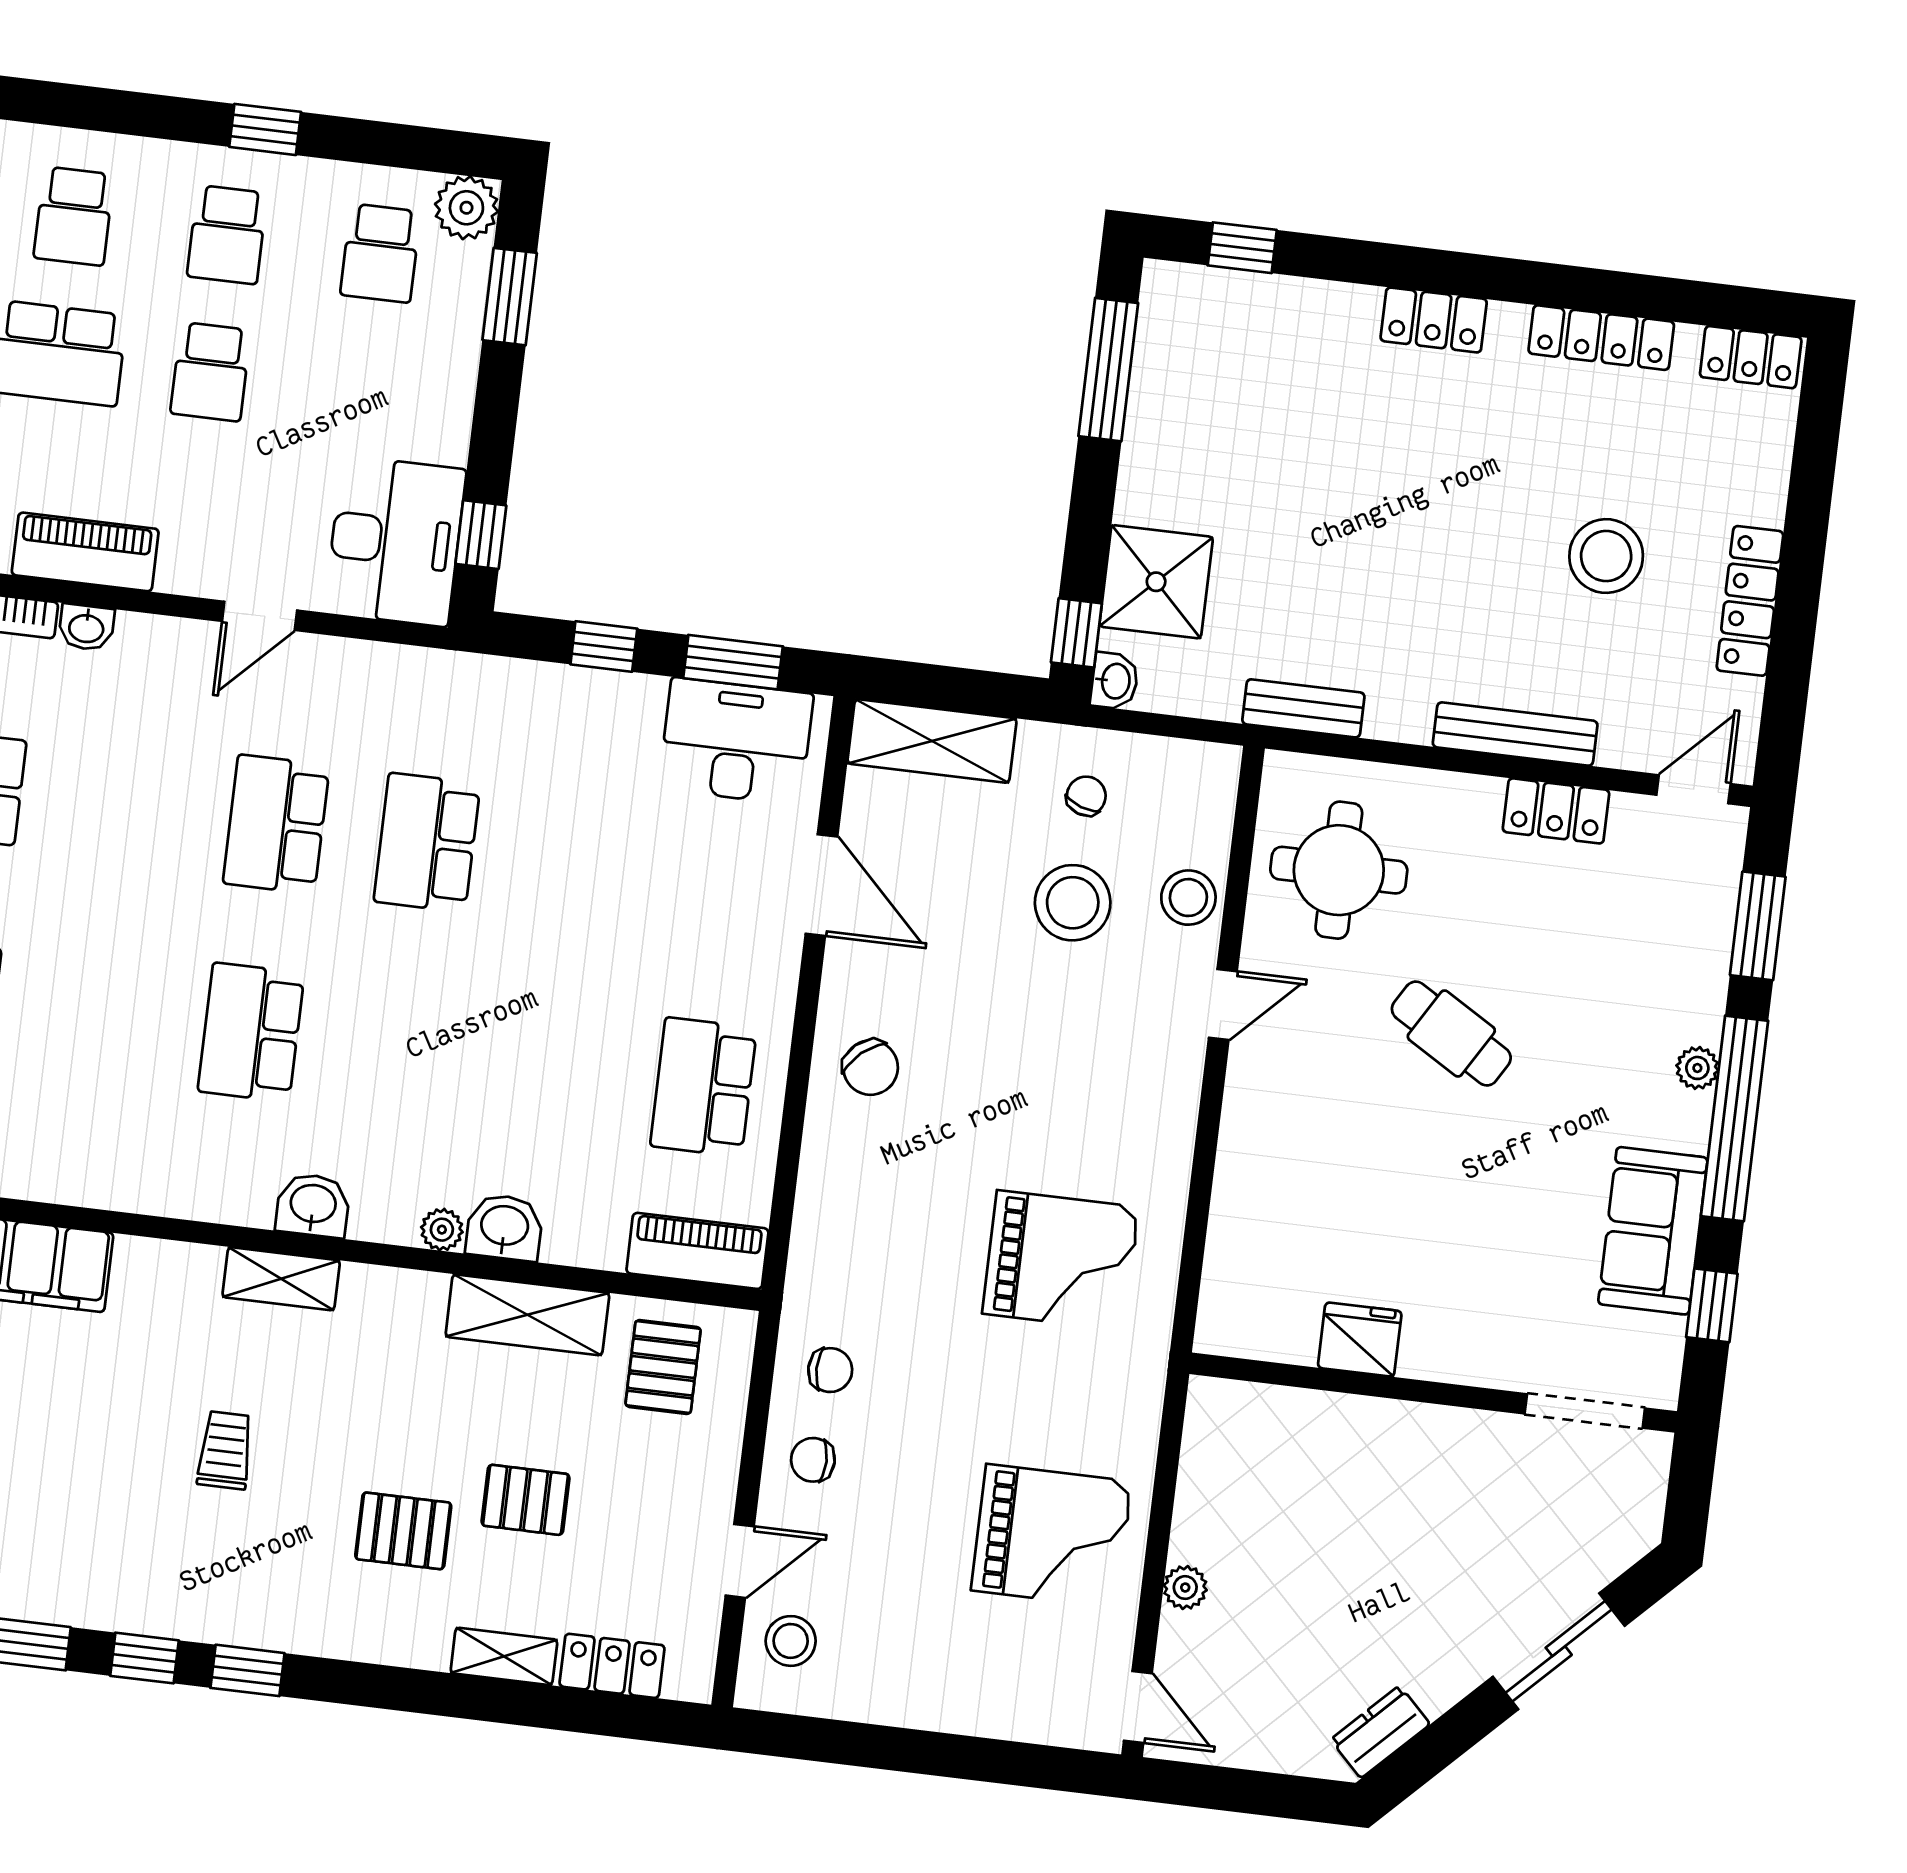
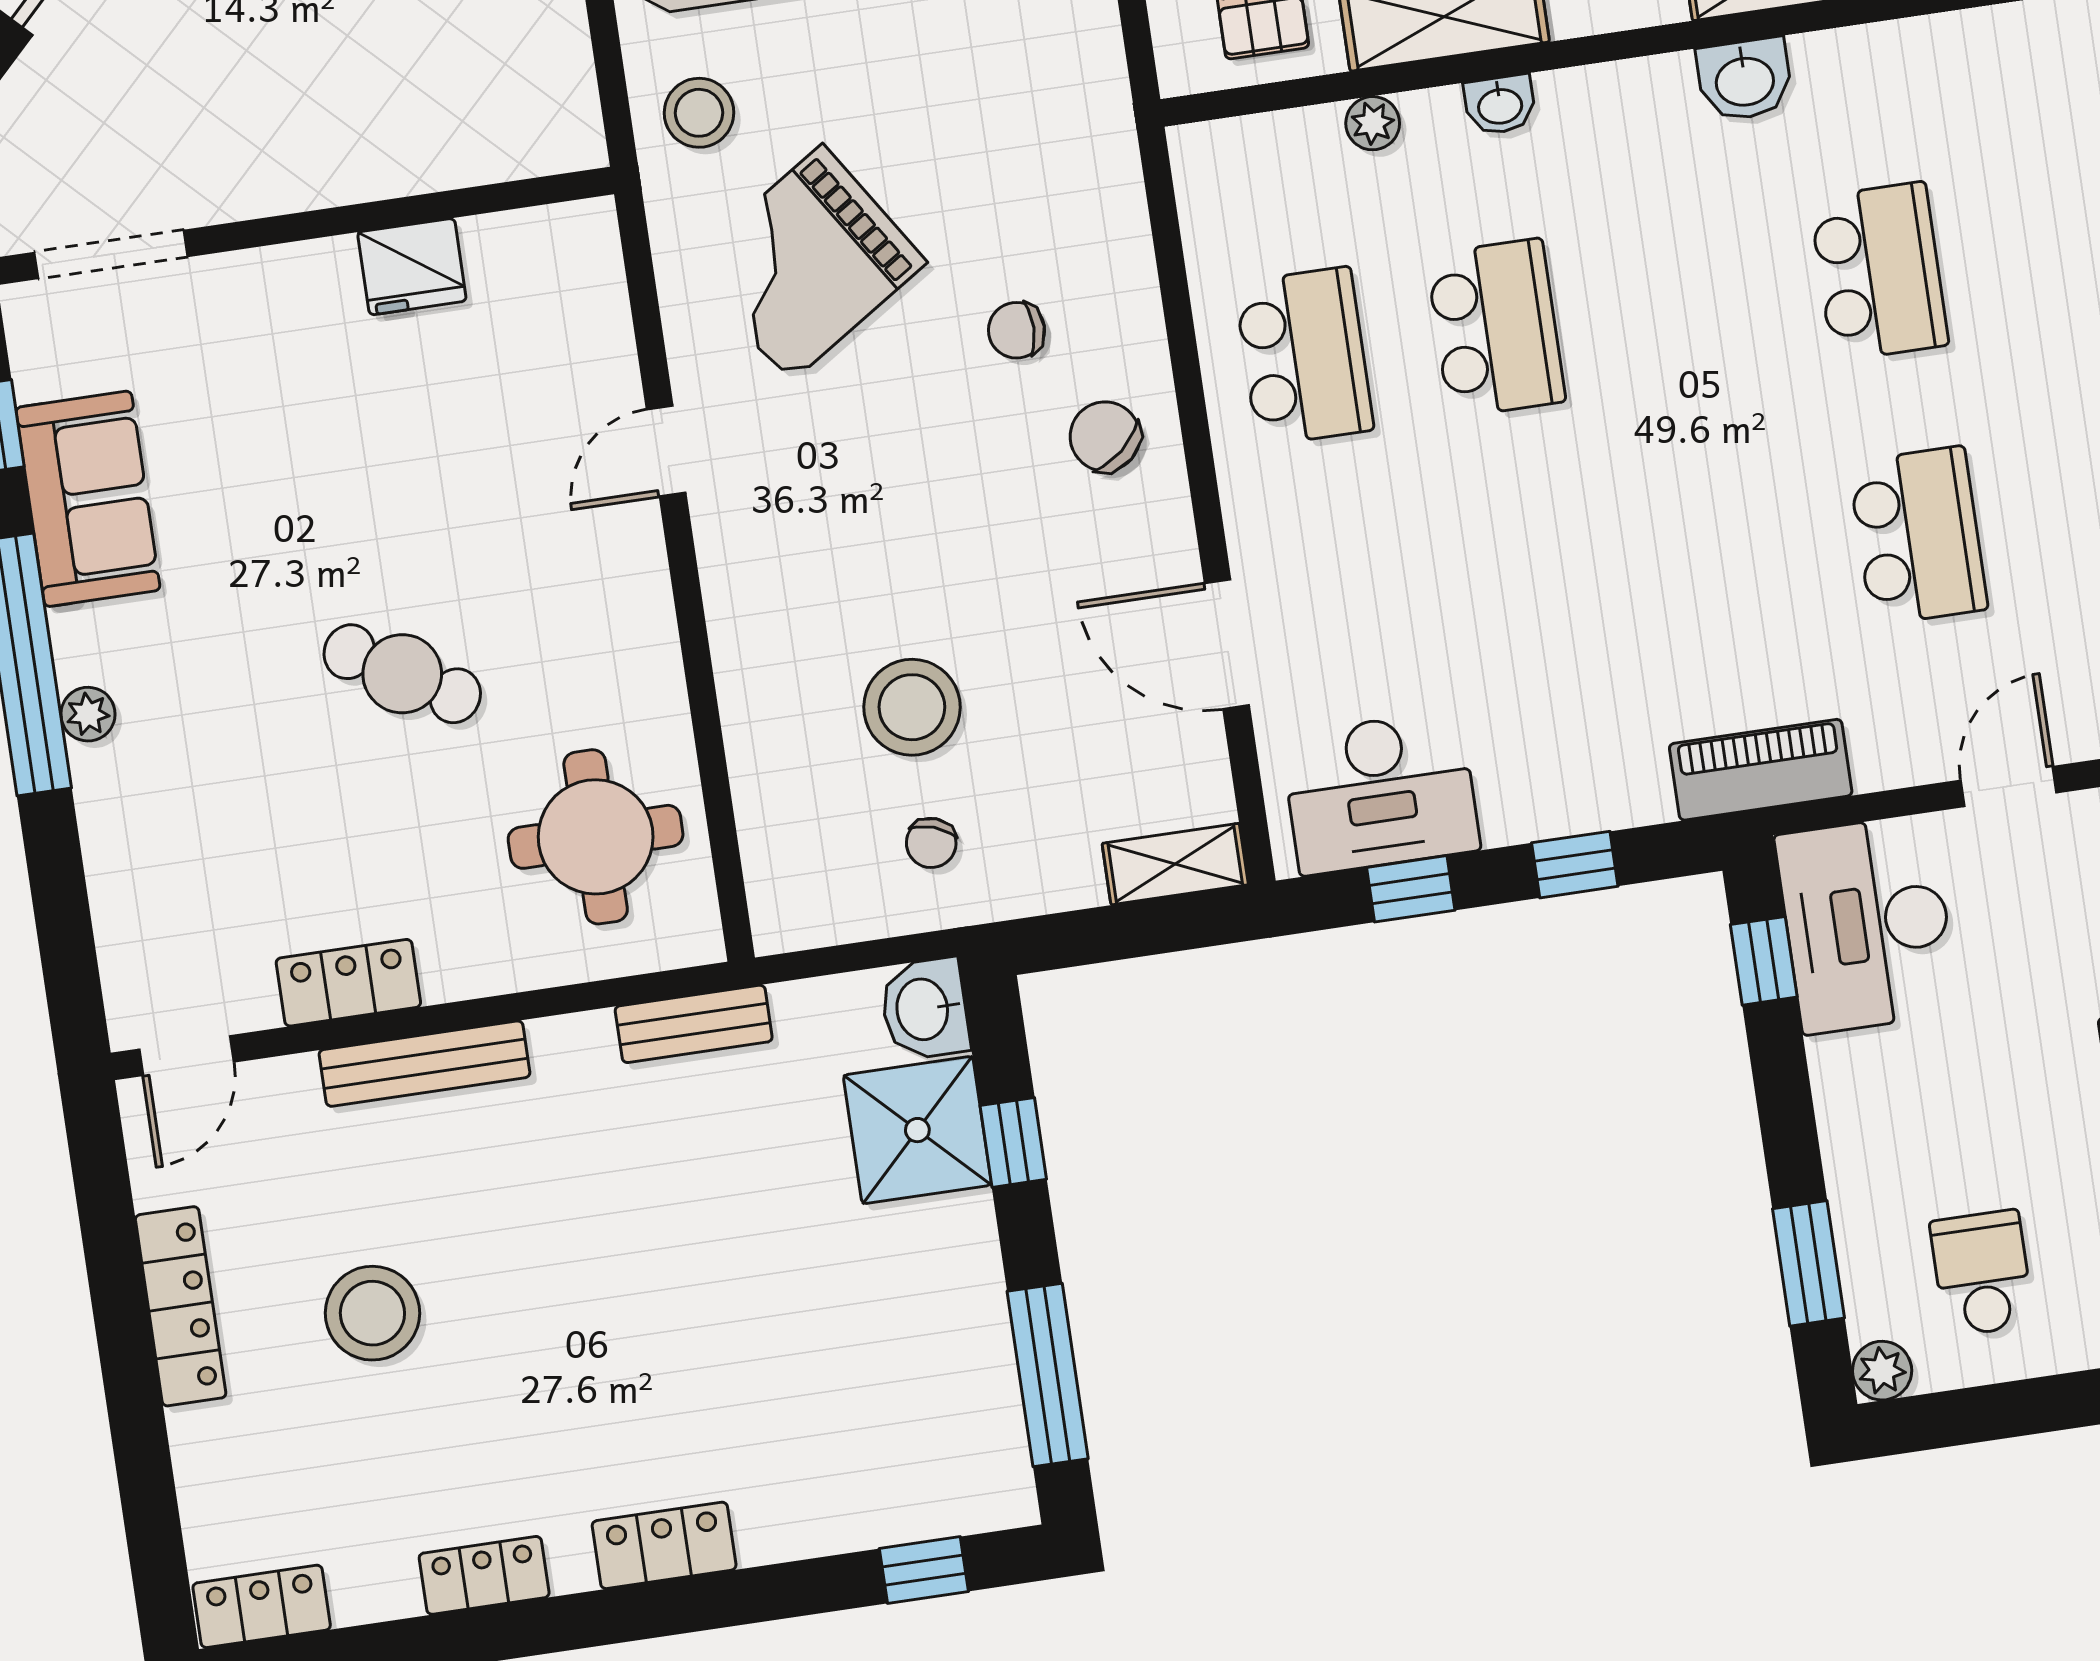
plant: (466, 208) -> (1882, 1371), width x0.73, depth x0.73
locker: (1601, 338) -> (484, 1575), width x0.66
window: (1076, 633) -> (1013, 1142), moved
window: (733, 662) -> (1411, 889), width x0.67
washbasin: (1115, 681) -> (925, 1009), width x1.38, depth x1.45
shelving: (932, 741) -> (1175, 864), width x0.67, depth x0.75
school desk: (427, 842) -> (1496, 328), moved
stool: (1188, 898) -> (699, 113), moved
window: (1758, 926) -> (62, 909), removed
door: (1223, 1004) -> (666, 451), moved
washbasin: (504, 1227) -> (1500, 105), width x0.72, depth x0.69
plant: (442, 1230) -> (1373, 123), moved
piano: (697, 1251) -> (1761, 770), moved, turned 180
grand piano: (1061, 1260) -> (806, 263), turned -33
chair: (830, 1370) -> (1016, 330), moved

